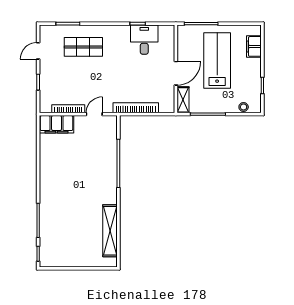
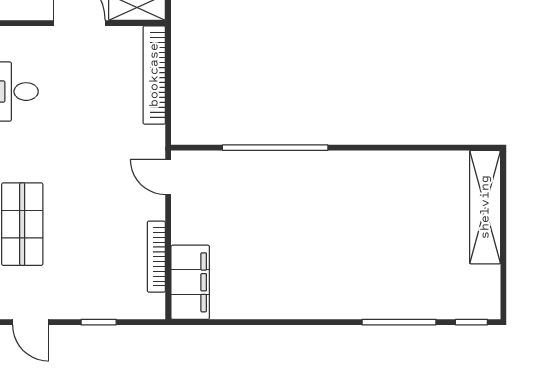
bookcase: (136, 108) -> (154, 75), moved
door: (94, 114) -> (168, 177), moved
shelving: (110, 231) -> (485, 207), moved, turned 90

